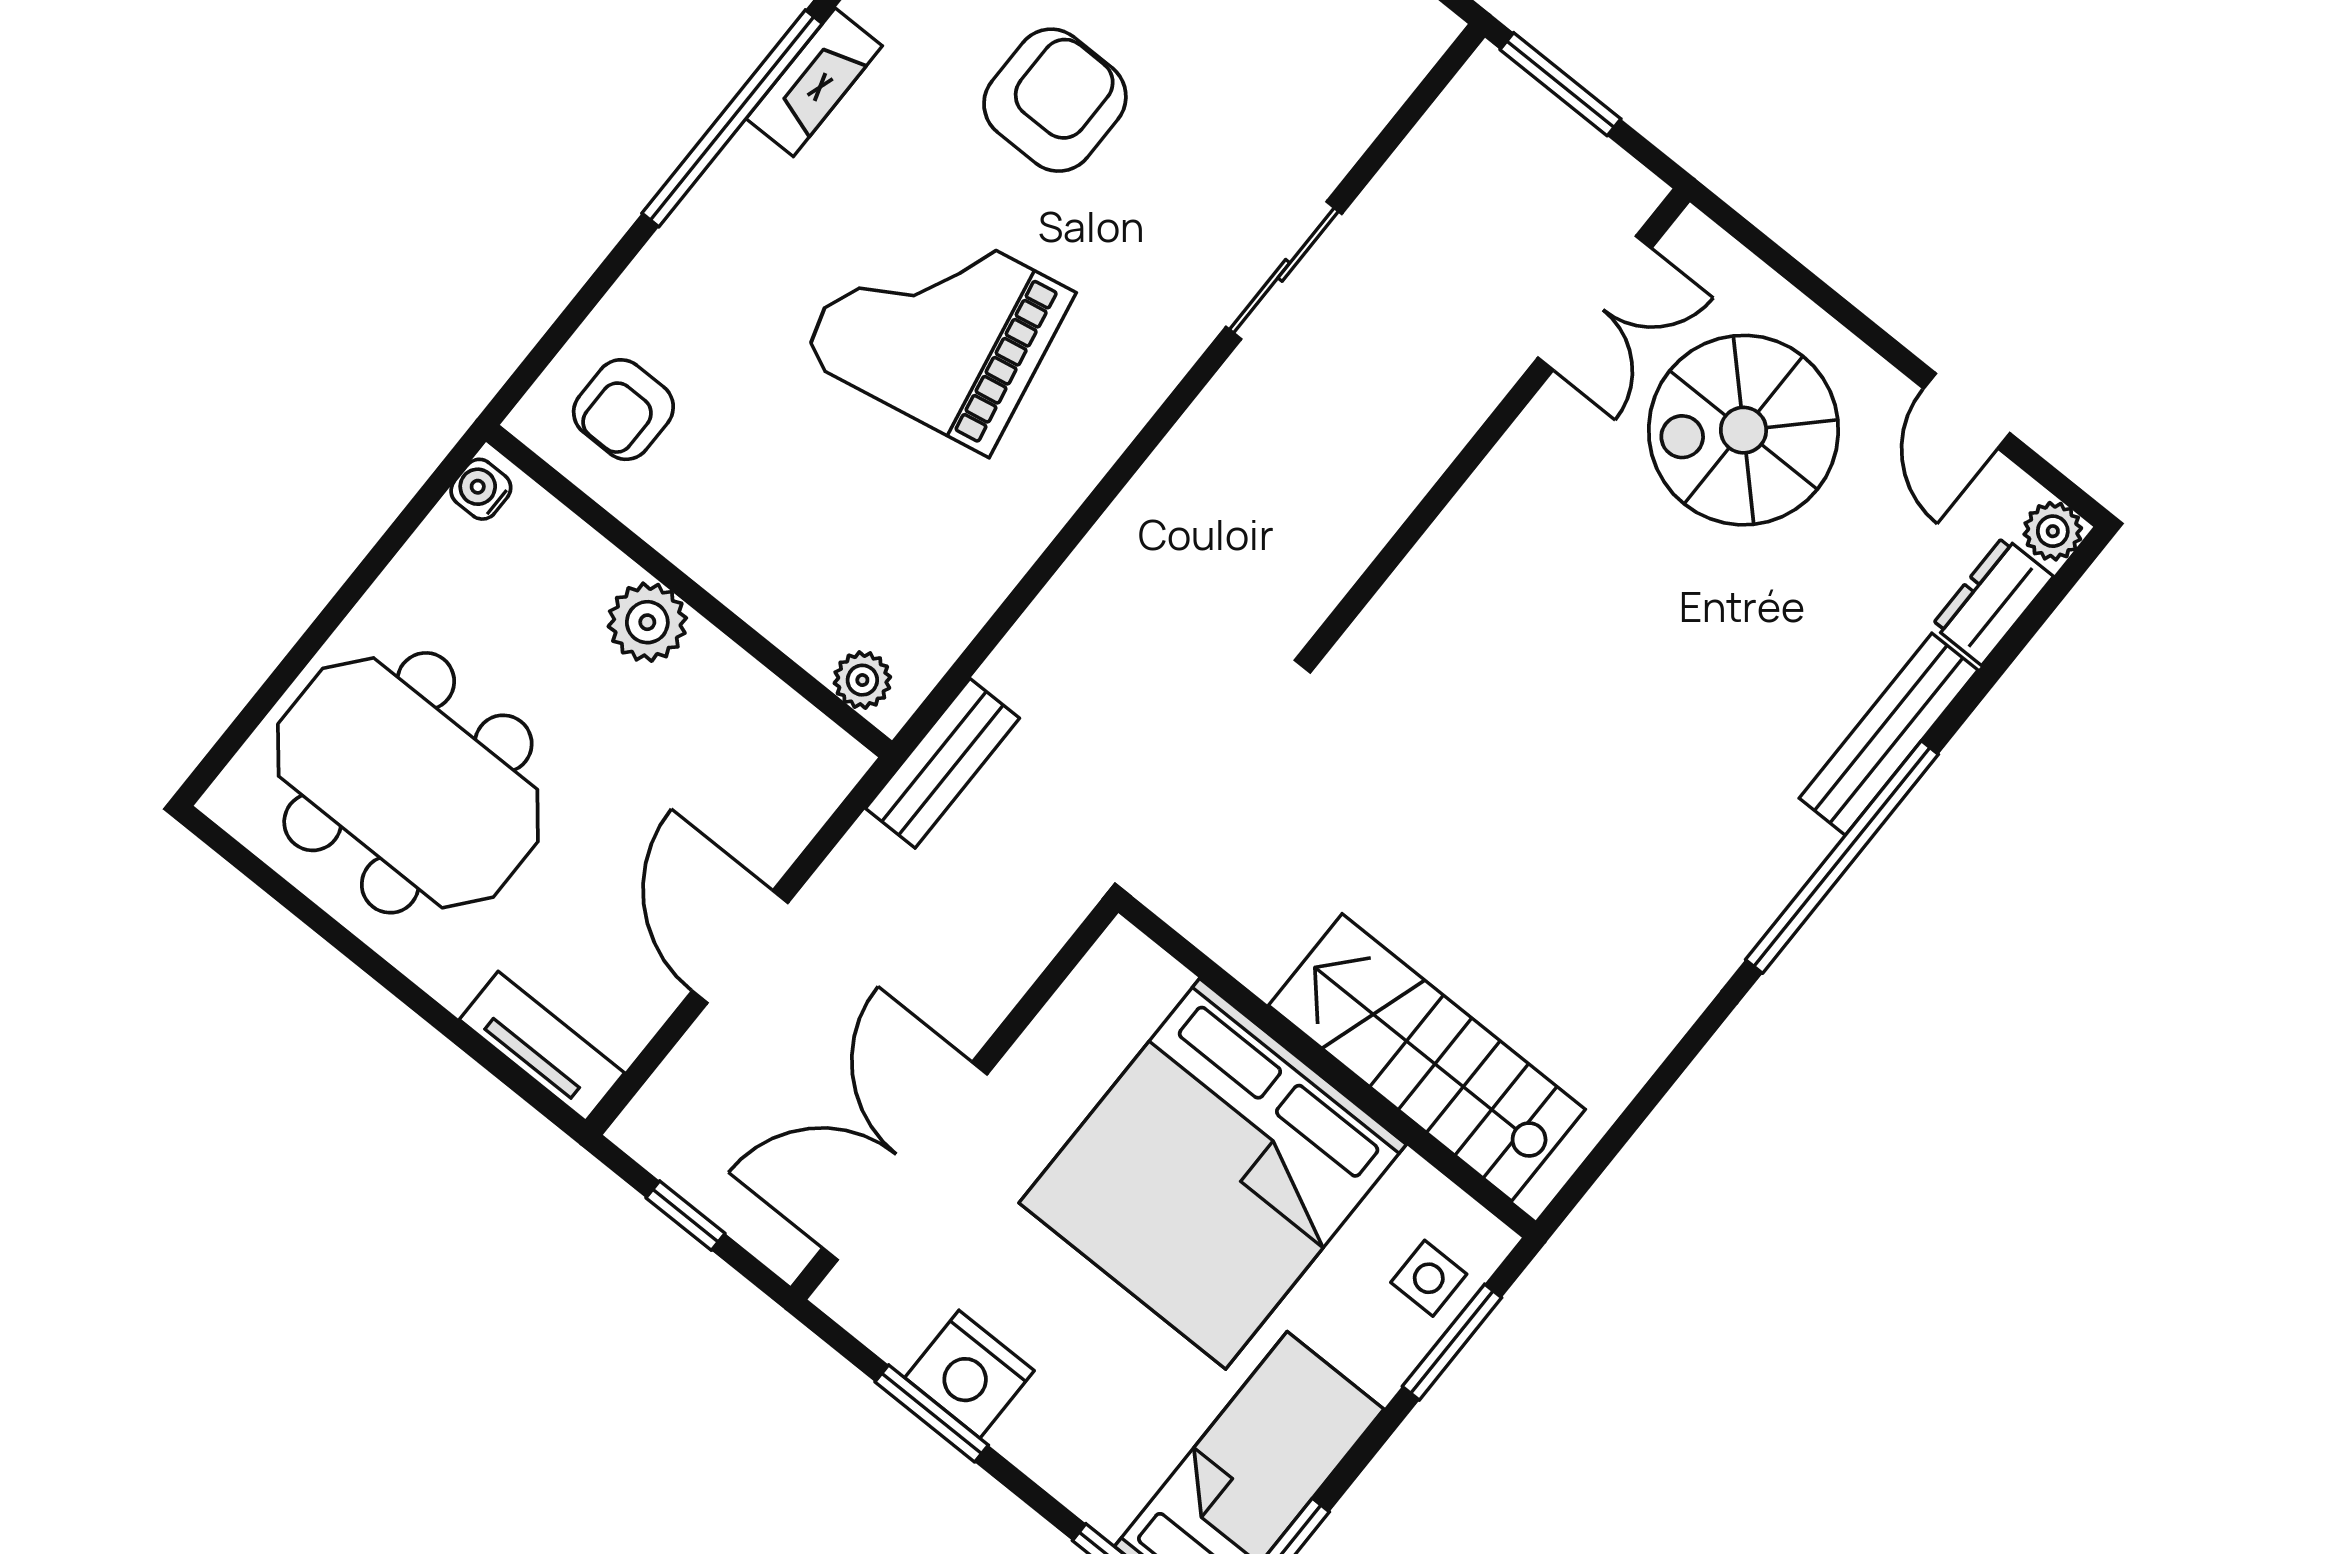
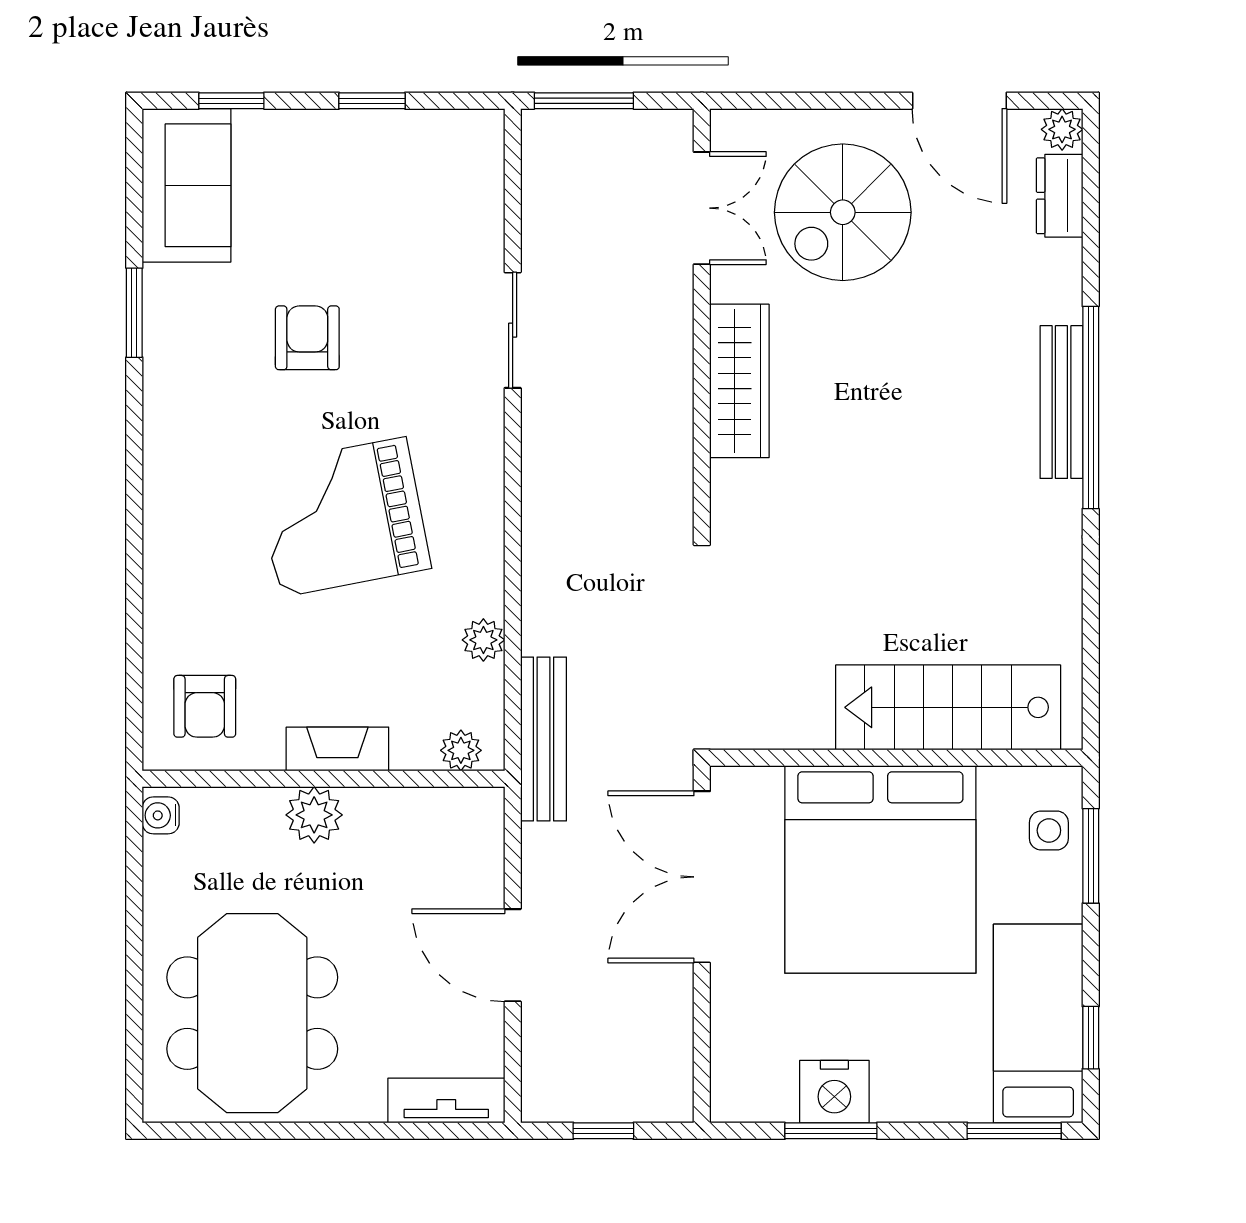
fireplace: (814, 82) -> (337, 749), moved, turned -90
armchair: (1055, 100) -> (307, 338), width x0.72, depth x0.72
window: (732, 118) -> (134, 494), removed
door: (1967, 411) -> (959, 101), width x1.38
wardrobe: (1485, 523) -> (739, 381), added
plant: (983, 580) -> (483, 640), added
bench: (1889, 734) -> (1061, 402), moved
bench: (942, 763) -> (543, 739), width x1.36
meeting table: (408, 783) -> (252, 1013), turned 90
double door: (905, 1161) -> (702, 877), moved

